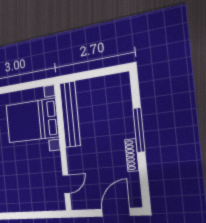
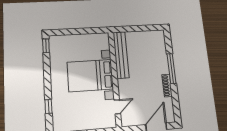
bed with nightstands: (32, 121) -> (90, 76), moved

